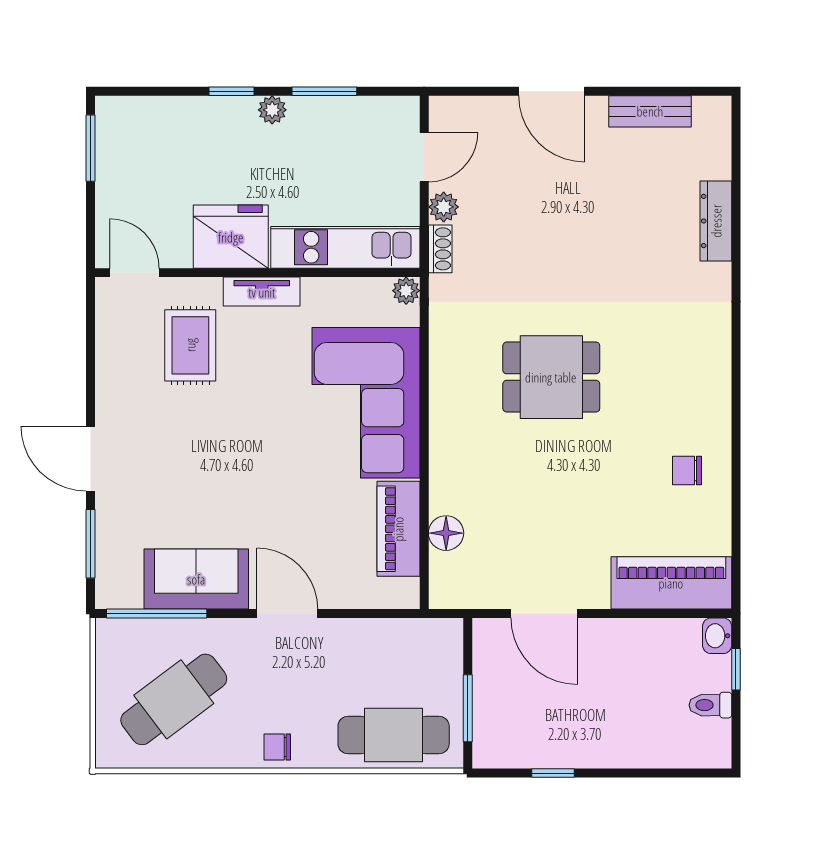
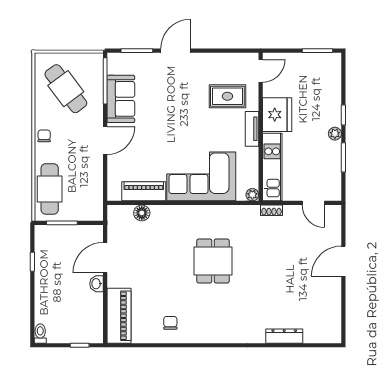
bench: (650, 111) -> (334, 306), removed
plant: (444, 207) -> (291, 212), removed
washbasin: (717, 636) -> (96, 284), moved, turned -90
toilet: (710, 705) -> (40, 334), moved

